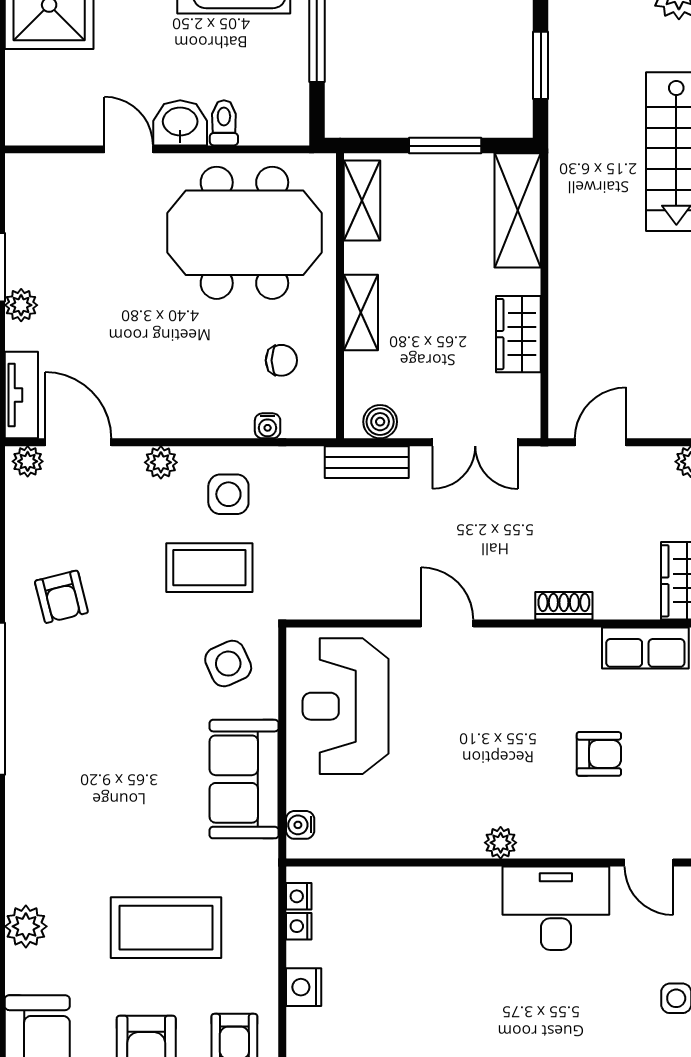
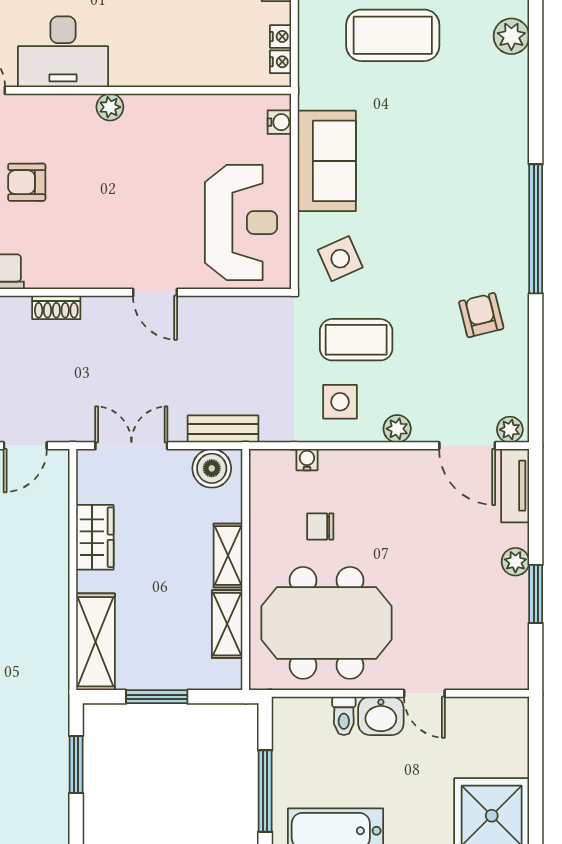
shelving: (362, 200) -> (227, 624), moved
chair: (281, 360) -> (320, 526), moved
boiler: (380, 422) -> (212, 468), width x1.36, depth x1.36

